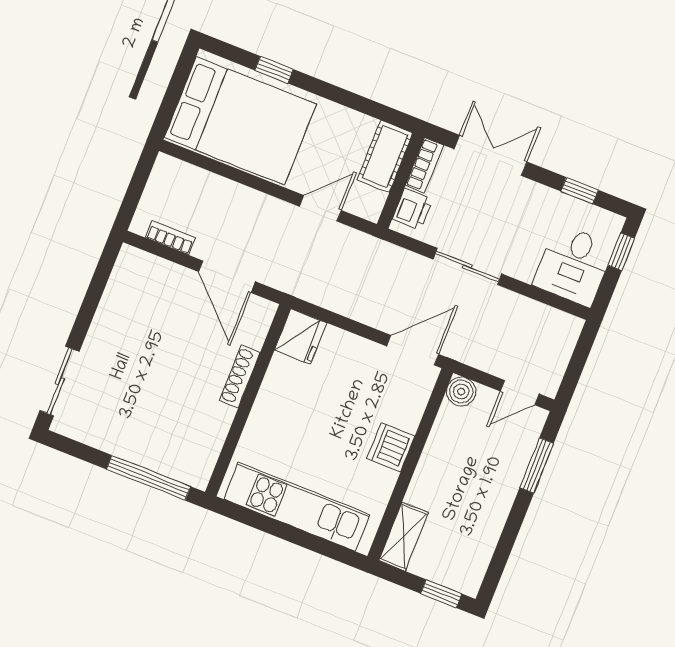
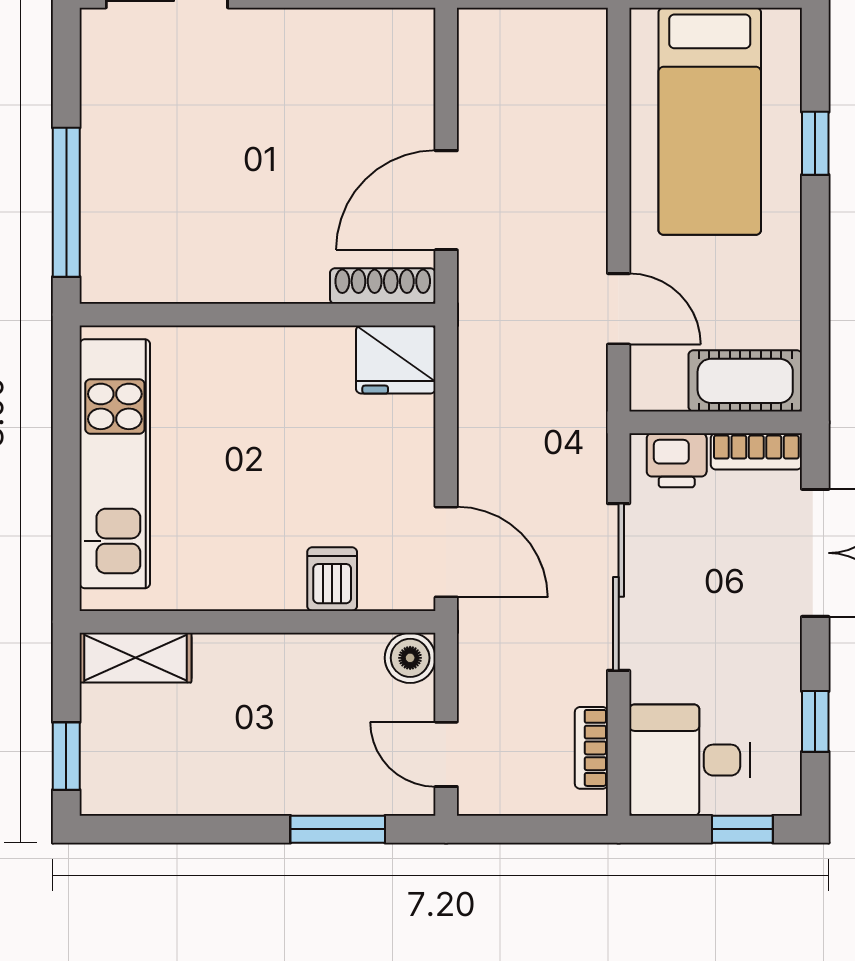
bed: (240, 121) -> (710, 121), width x0.67
bookcase: (170, 238) -> (591, 748), moved, turned 180
sliding door: (467, 266) -> (619, 587), width x1.37
shoe rack: (240, 376) -> (383, 286), moved
dishwasher: (391, 447) -> (332, 579), moved, width x0.73

